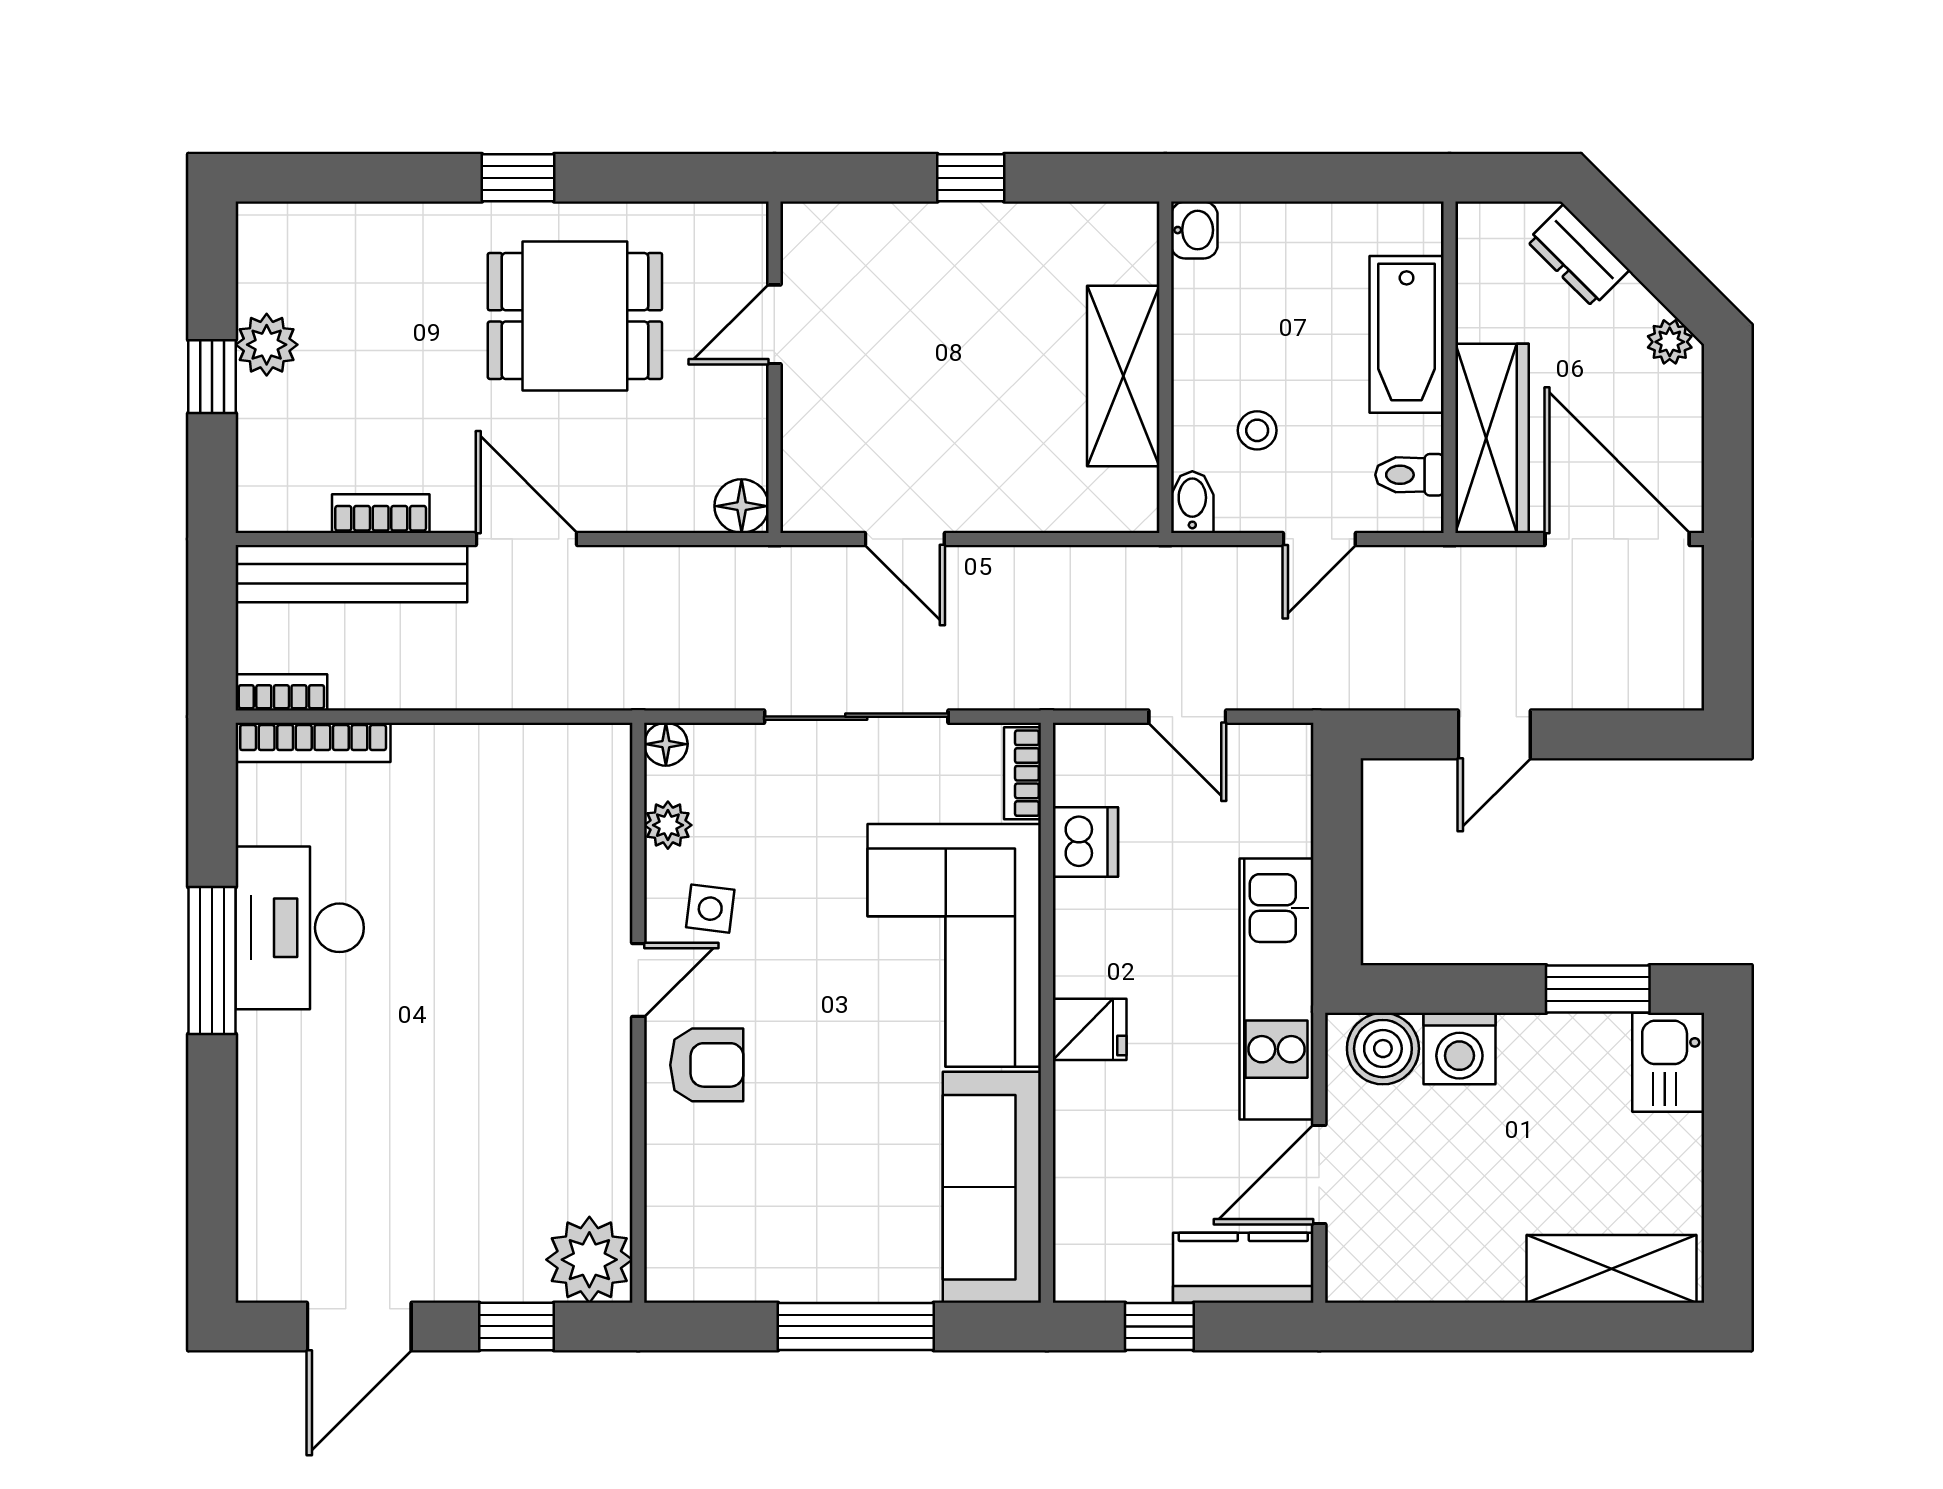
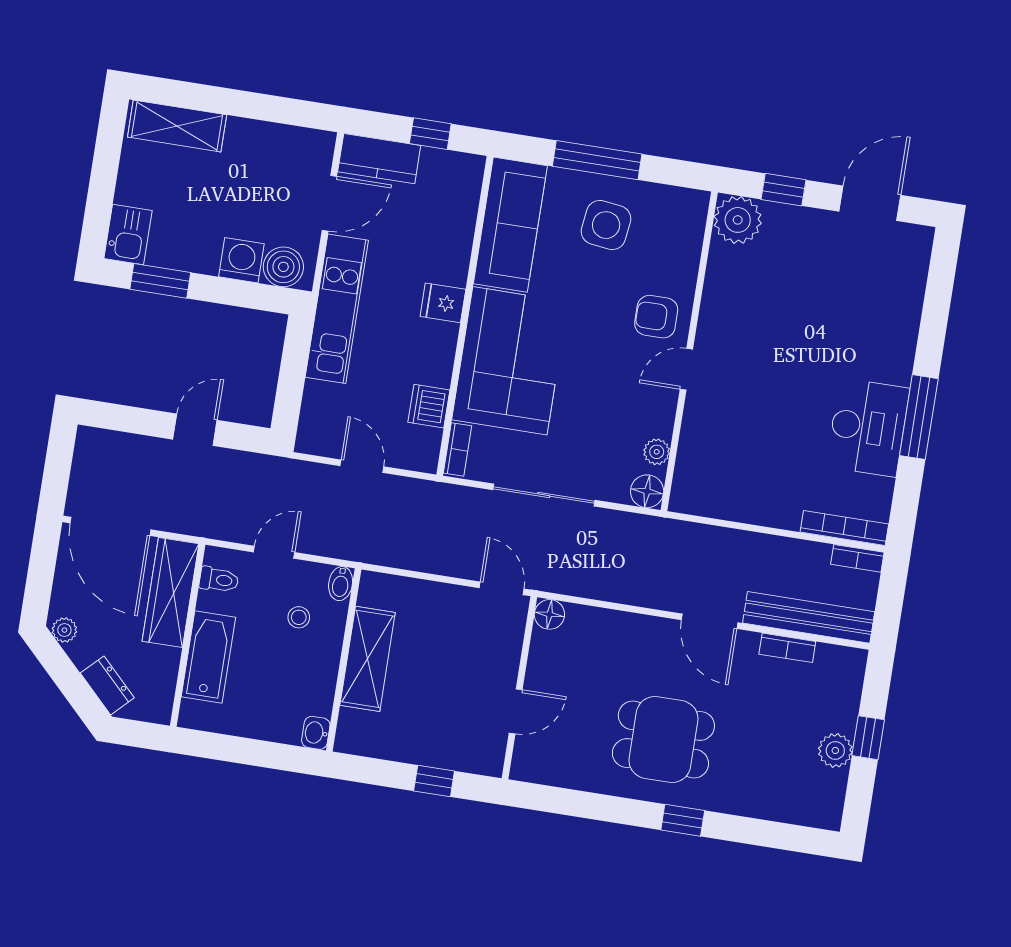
door: (774, 324) -> (516, 711), moved
wall: (774, 367) -> (519, 688), moved
floor lamp: (742, 506) -> (549, 614), moved
floor lamp: (666, 744) -> (647, 491), width x1.37, depth x1.37
side table: (710, 909) -> (606, 225), moved, width x1.87, depth x1.87

